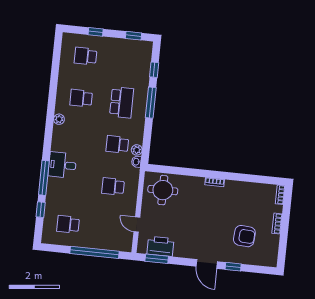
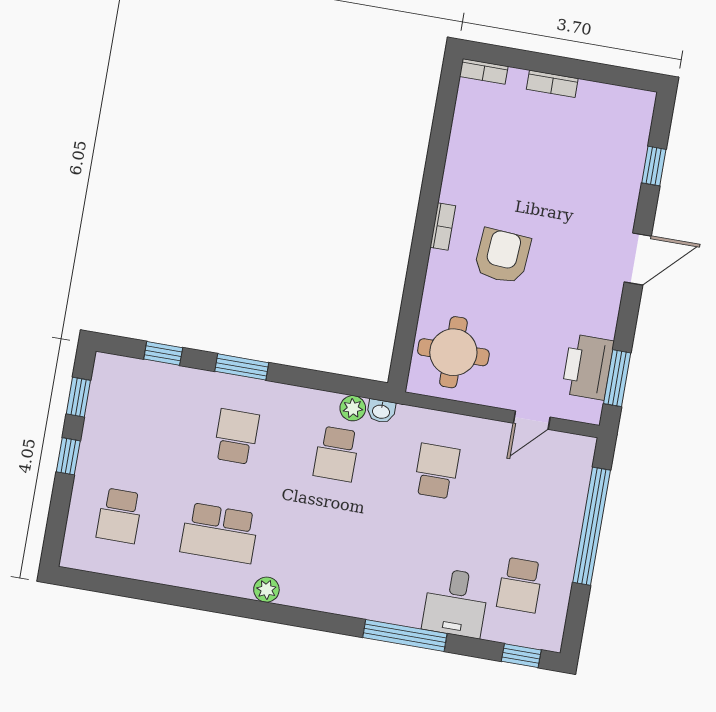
window: (96, 32) -> (68, 456), moved
school desk: (81, 98) -> (220, 533), width x1.85
school desk: (122, 102) -> (236, 437), width x0.54
window: (151, 103) -> (242, 367), width x0.69
desk: (62, 165) -> (456, 603), moved
school desk: (113, 186) -> (437, 471), turned 180
window: (41, 210) -> (521, 656), moved
armchair: (244, 236) -> (502, 256), moved
window: (233, 267) -> (654, 166), moved

